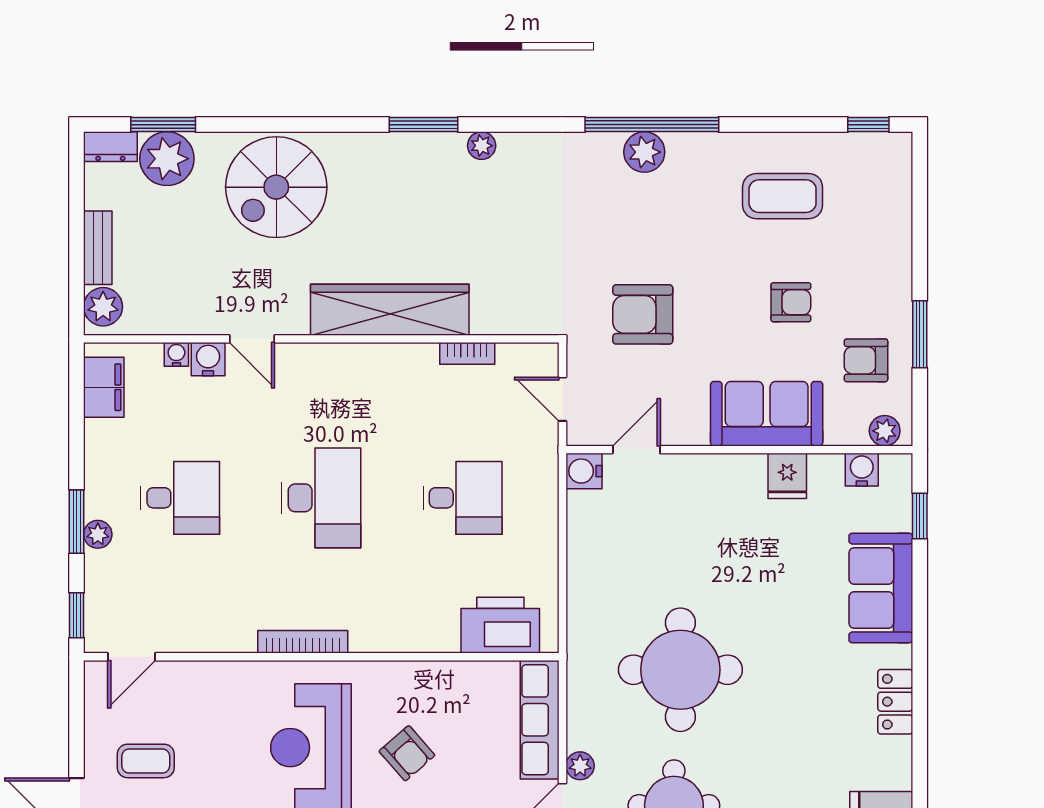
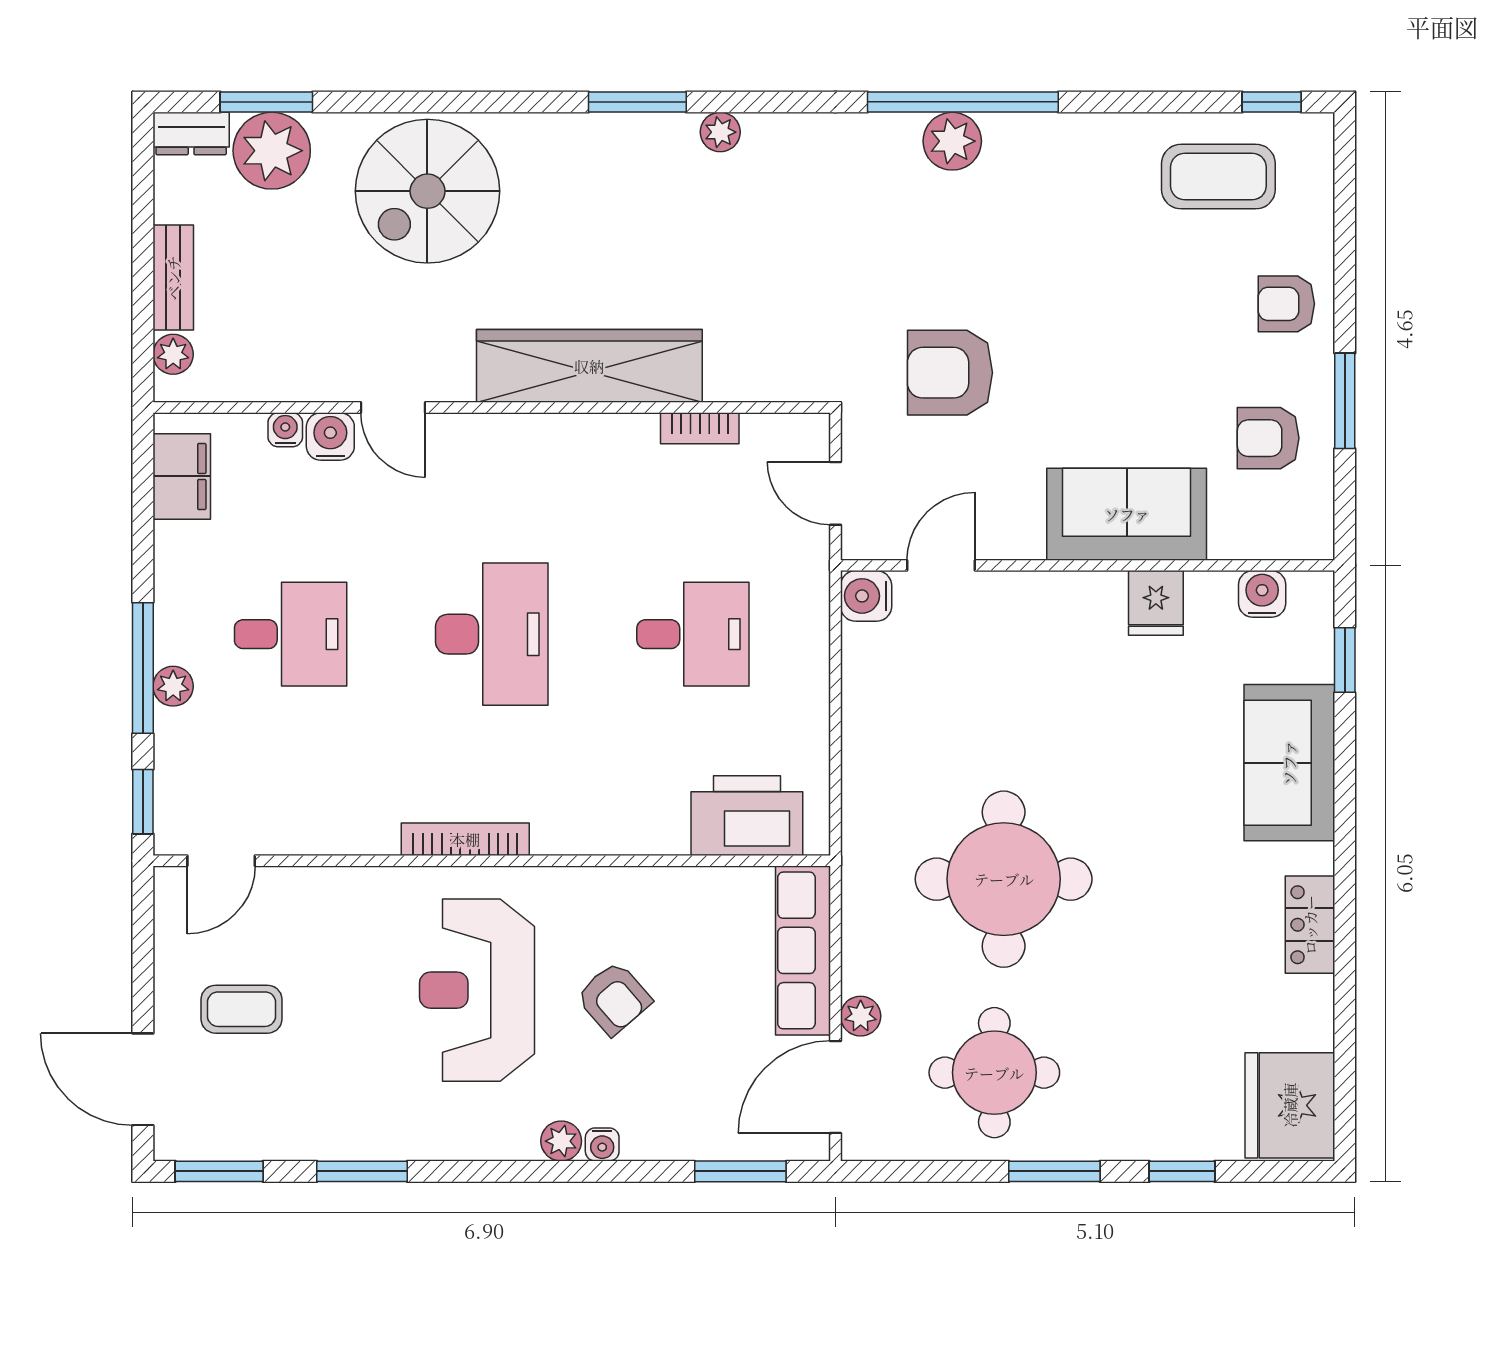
coffee table: (783, 196) -> (1218, 177), moved
armchair: (791, 302) -> (1286, 304), moved, turned 180
plant: (103, 307) -> (173, 354), width x0.73, depth x0.73
plant: (885, 431) -> (1295, 539), removed
window: (77, 522) -> (143, 668), width x1.44

